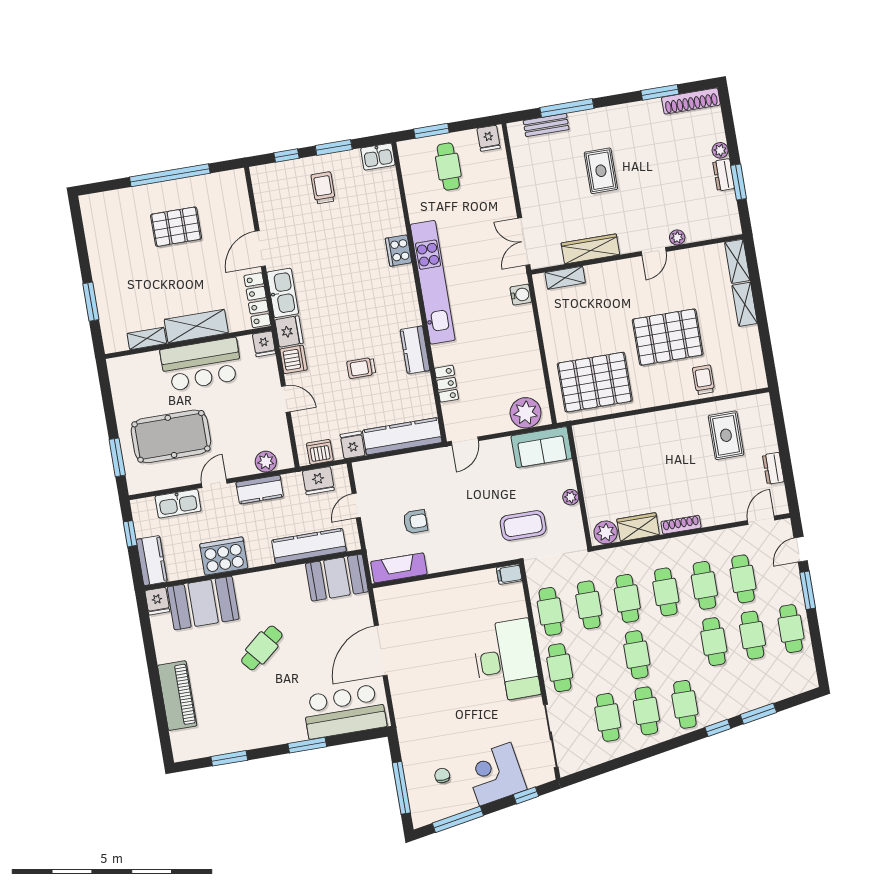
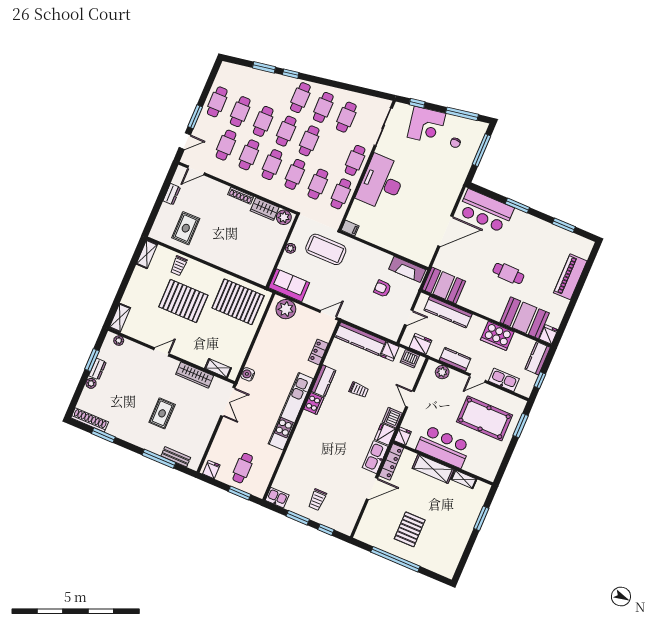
pallet: (176, 227) -> (410, 529), turned 90
plant: (677, 237) -> (119, 341), moved
cooker: (398, 250) -> (314, 404), moved
shelving: (745, 304) -> (147, 254), moved
coffee table: (523, 525) -> (326, 249), width x1.36, depth x1.32
cafe table: (262, 648) -> (508, 273), turned 41
cafe table: (675, 648) -> (286, 131), added

